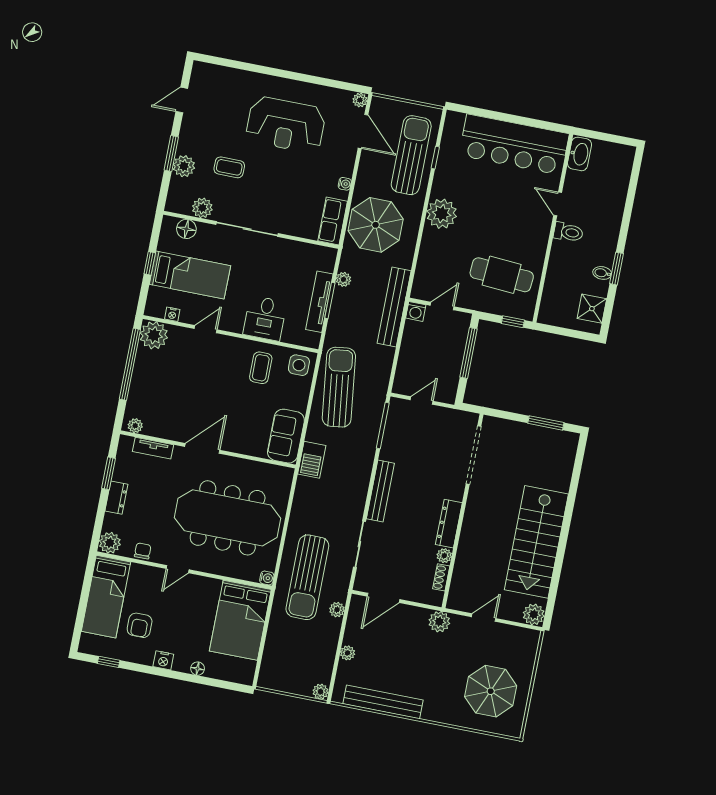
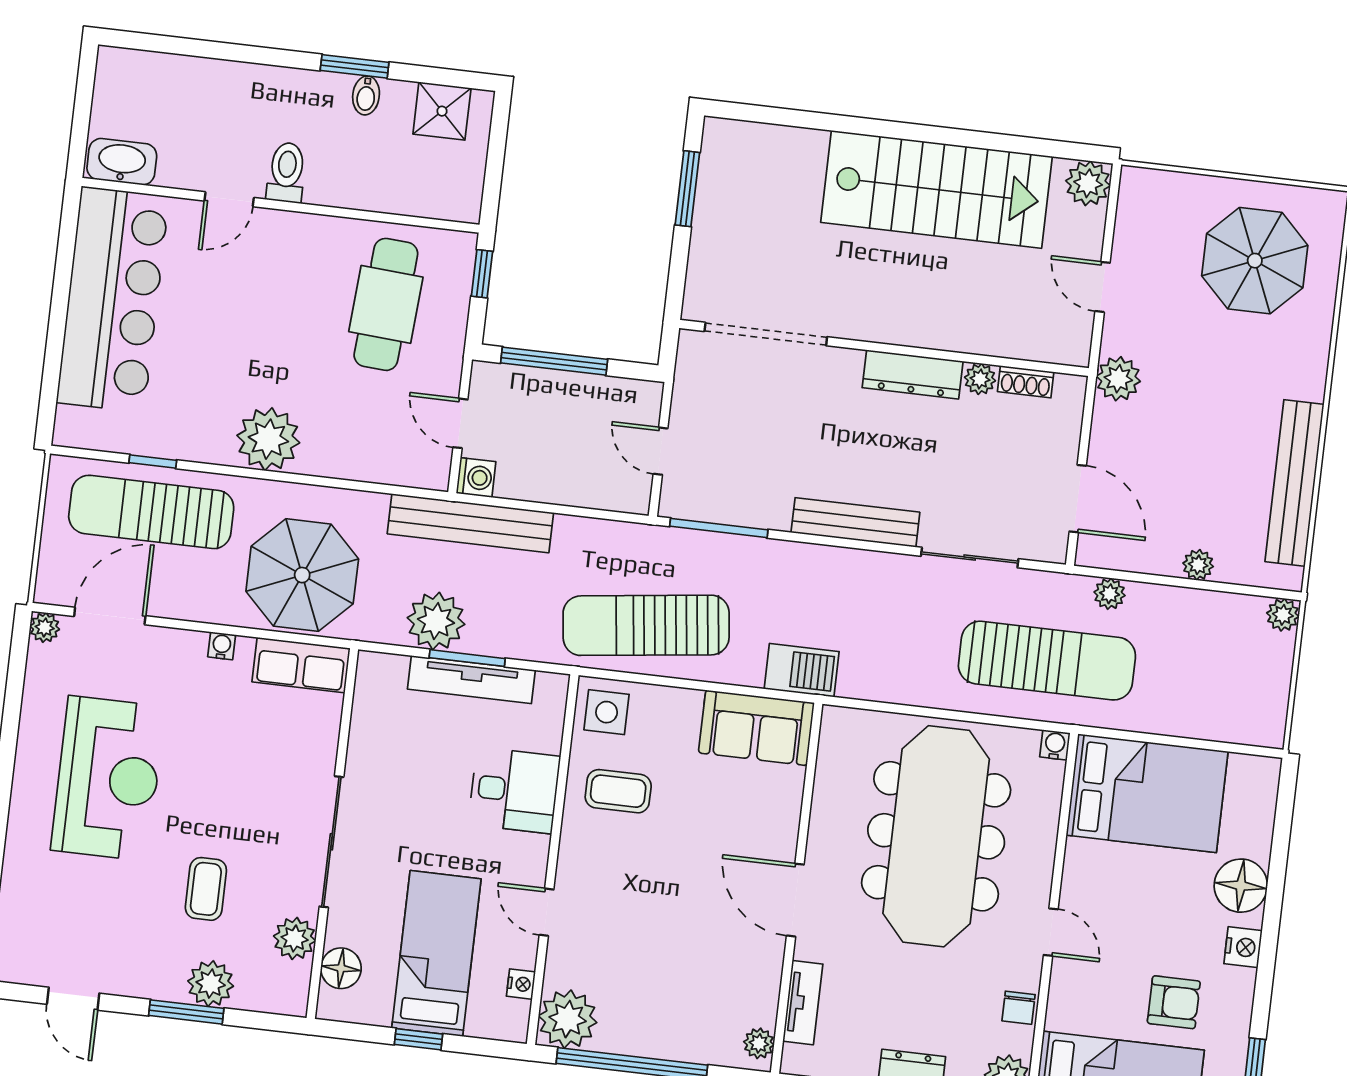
plant: (344, 279) -> (436, 621), width x1.88, depth x1.88
chair: (143, 551) -> (1019, 1008), turned -90
floor lamp: (198, 669) -> (1241, 886), width x1.89, depth x1.89

